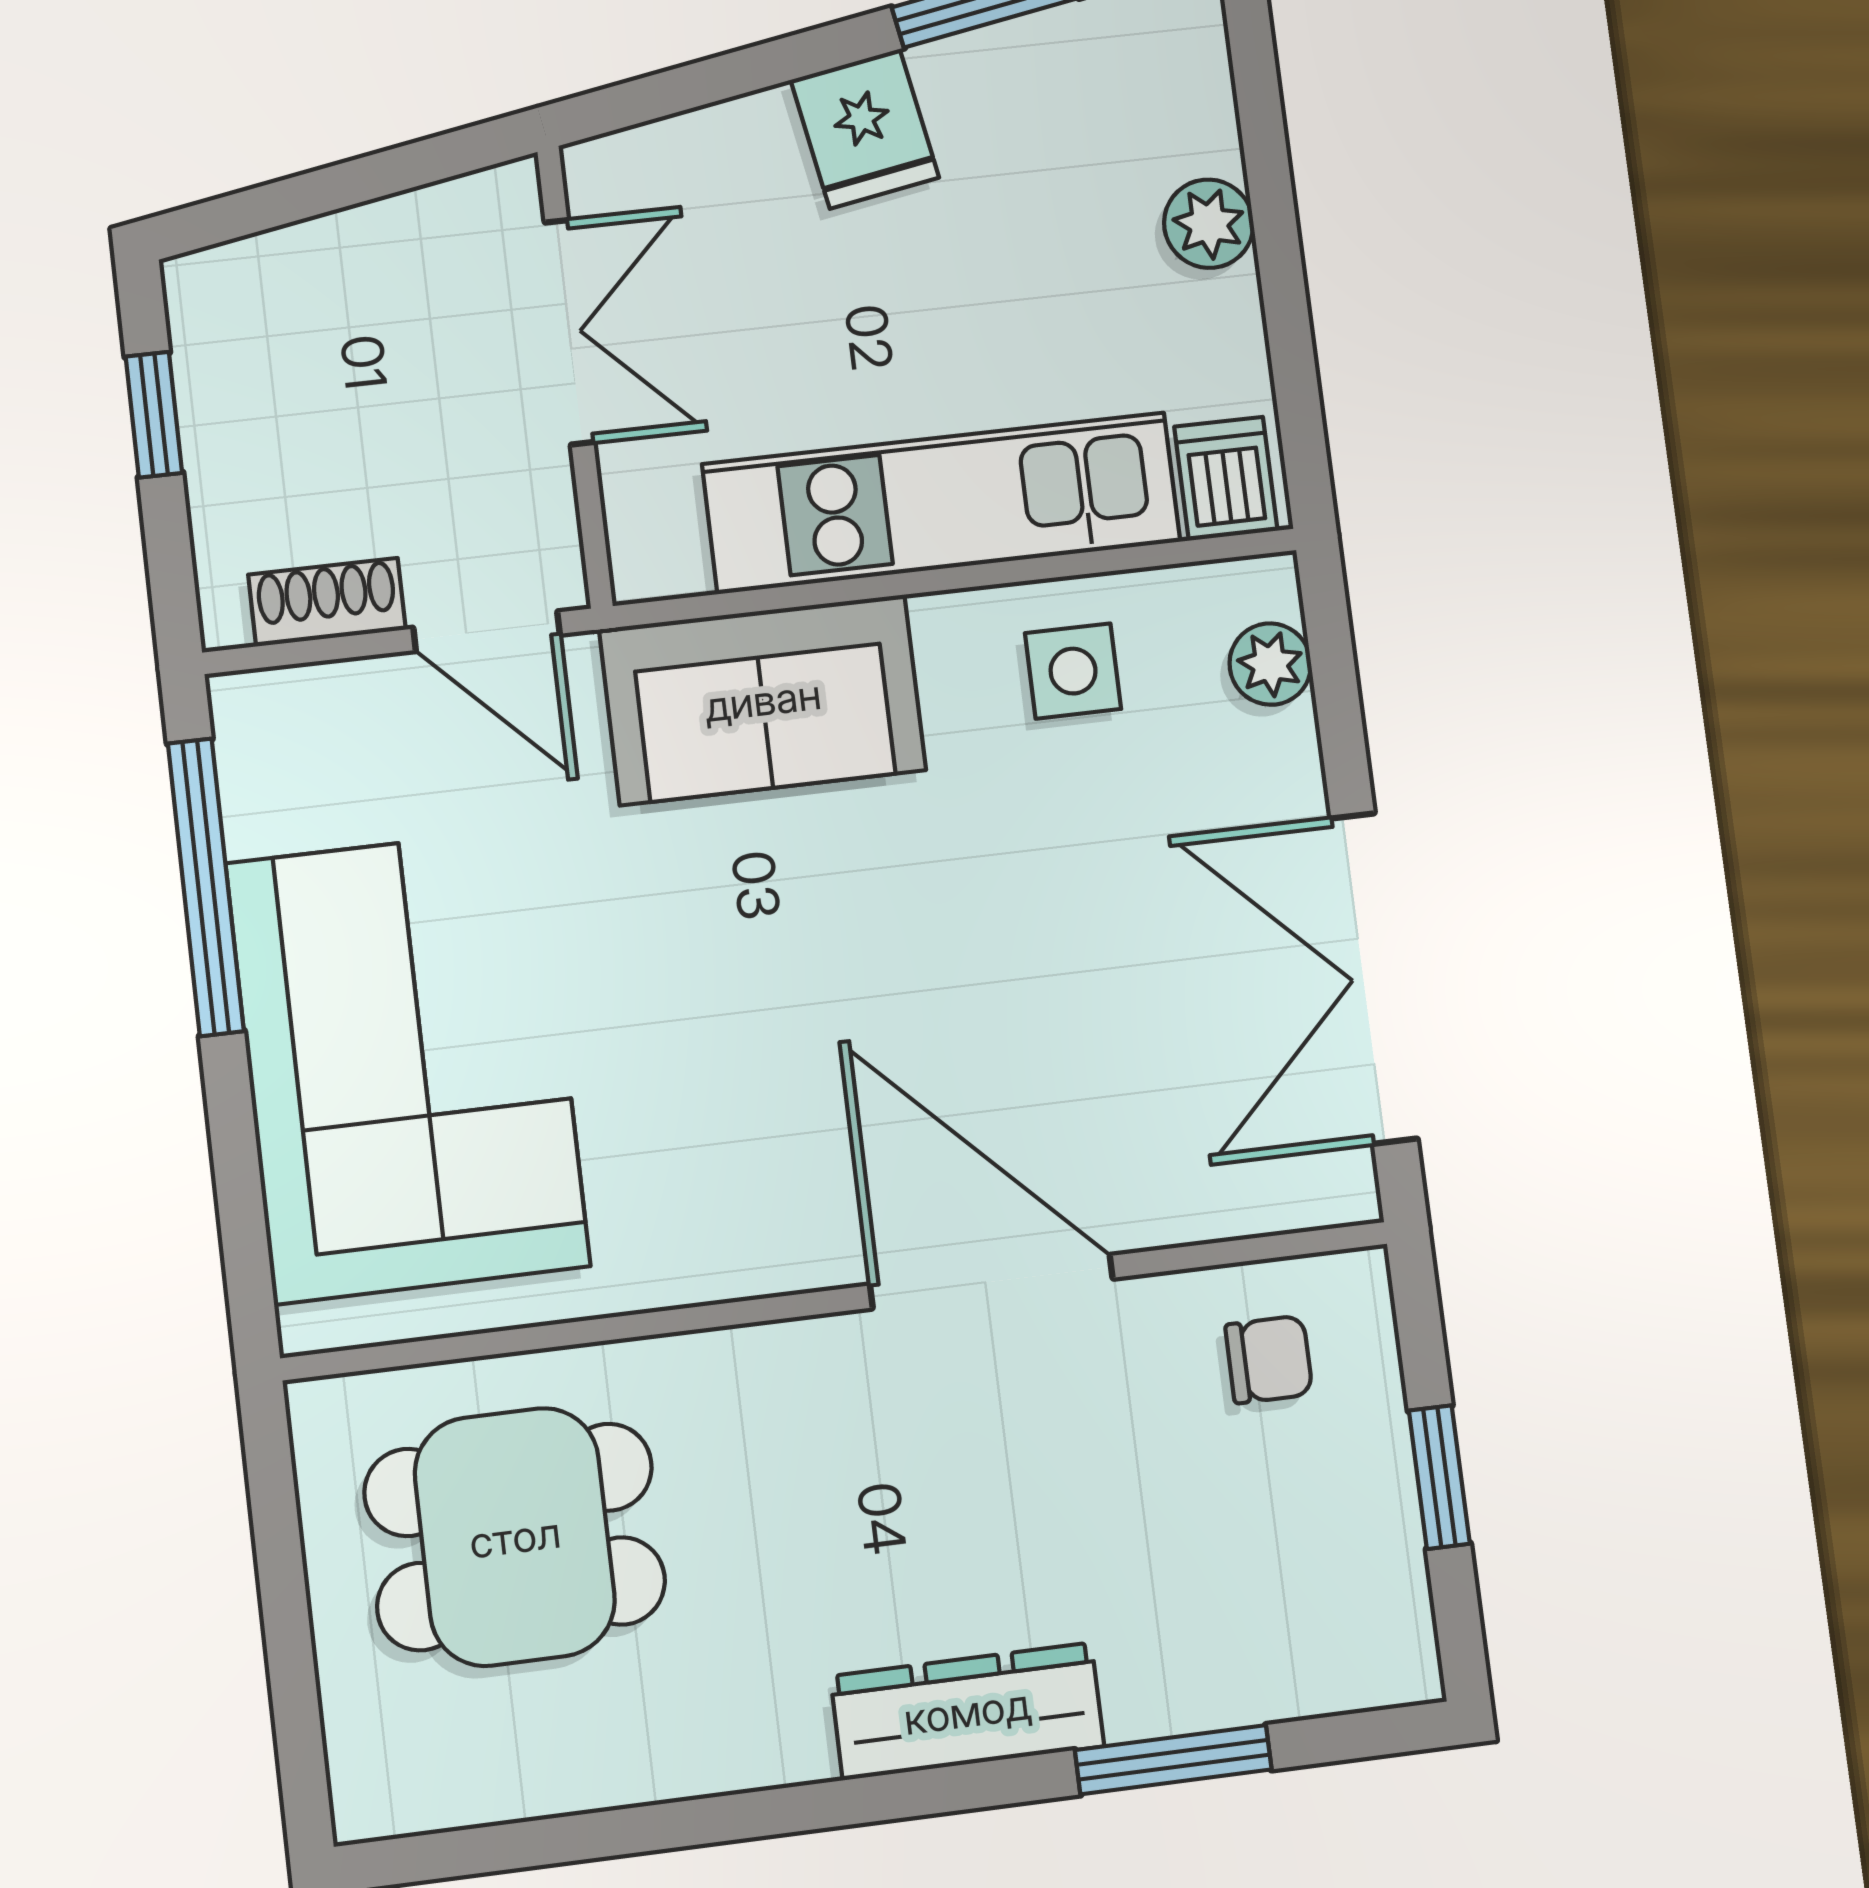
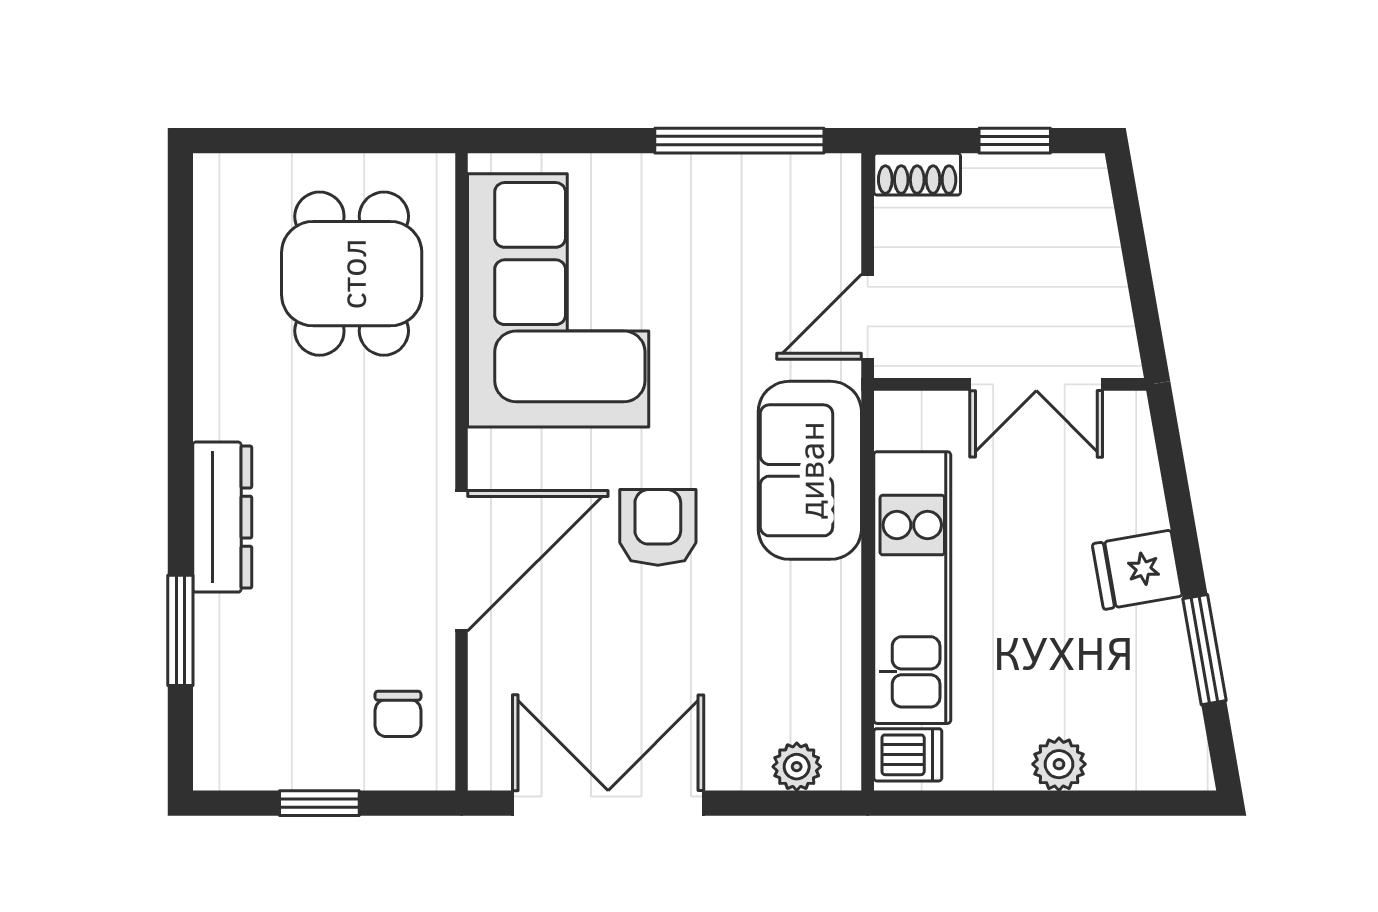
shoe rack: (327, 602) -> (917, 174), moved, turned 90
side table: (1073, 671) -> (806, 652), removed
armchair: (892, 949) -> (658, 527), added
corner sofa: (408, 1064) -> (558, 300), moved, turned -90

